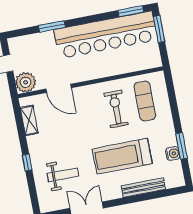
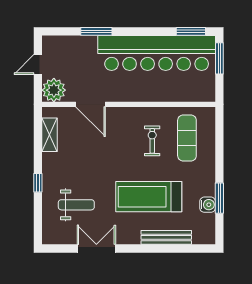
exercise bike: (116, 109) -> (152, 141), width x0.73, depth x0.72

